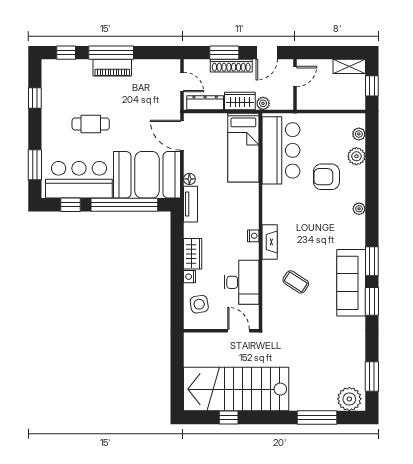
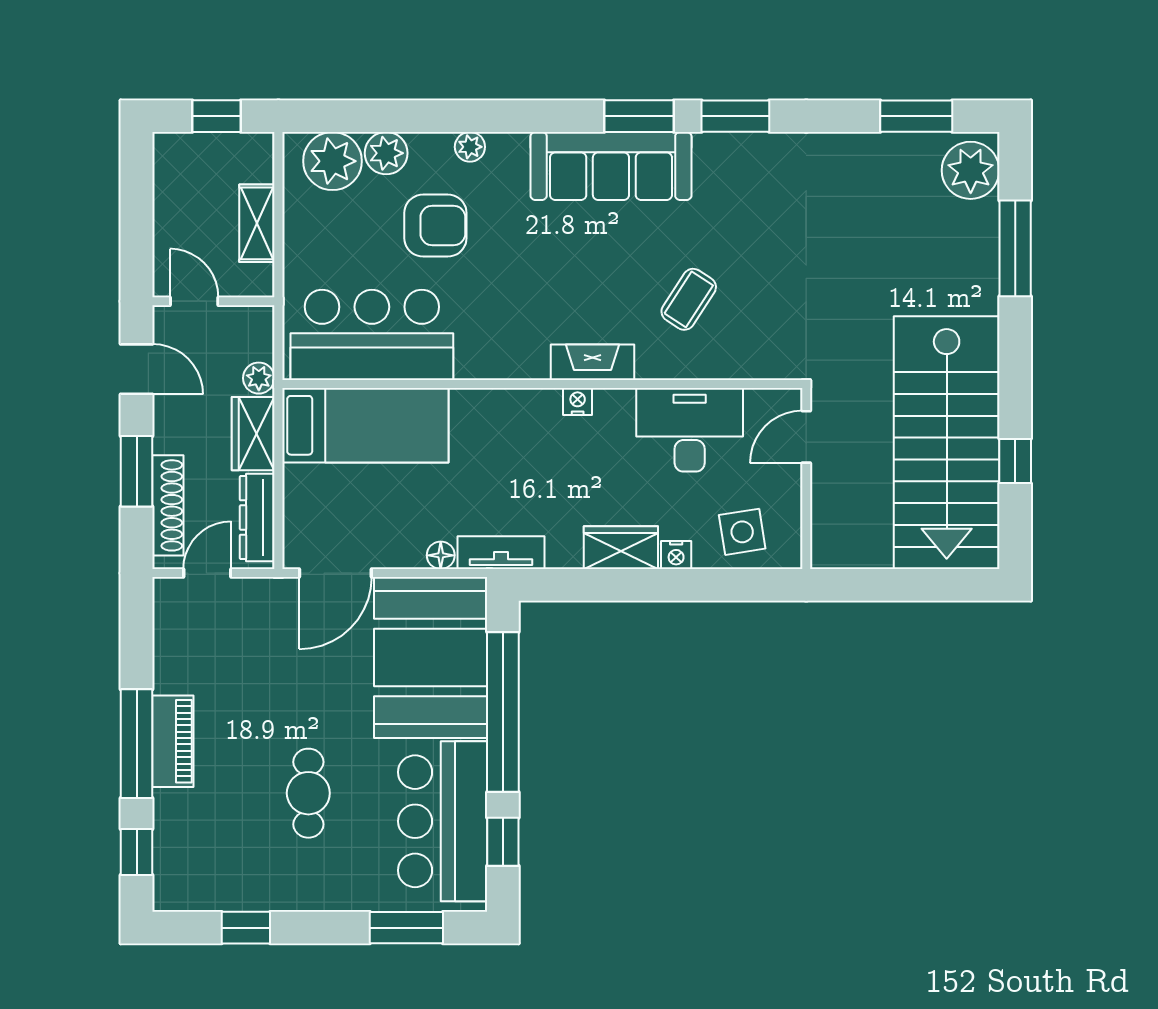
shoe rack: (231, 66) -> (168, 505), moved
shelving: (349, 66) -> (257, 223), moved
plant: (359, 134) -> (332, 161), width x1.87, depth x1.87
armchair: (326, 177) -> (435, 226), turned -90
plant: (359, 209) -> (470, 147), moved
sofa: (351, 283) -> (611, 166), moved

